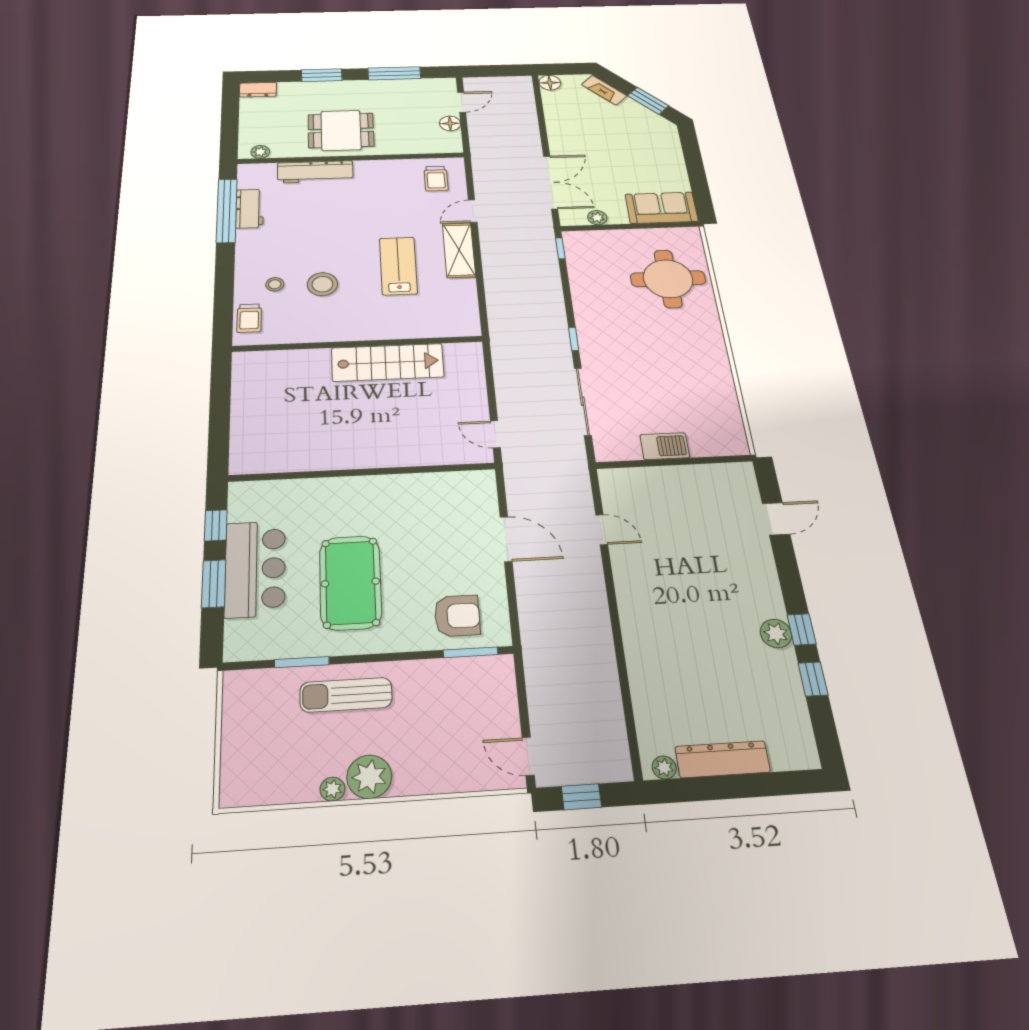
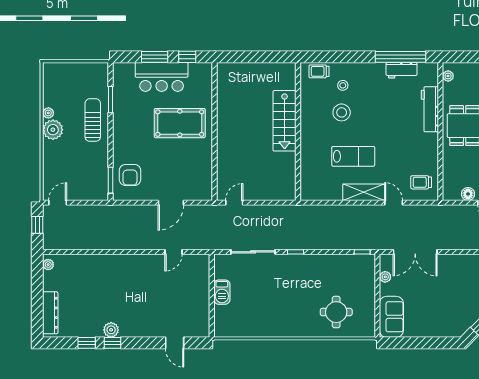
round table: (668, 279) -> (336, 312), width x0.73, depth x0.73
stairs: (388, 362) -> (285, 121), moved
pool table: (350, 582) -> (180, 123), moved
dresser: (723, 759) -> (50, 313), moved

